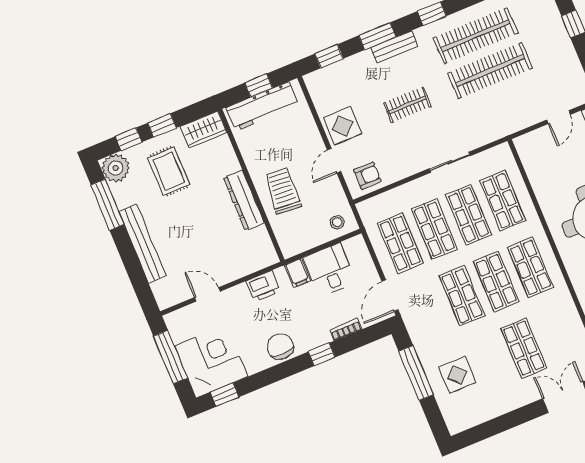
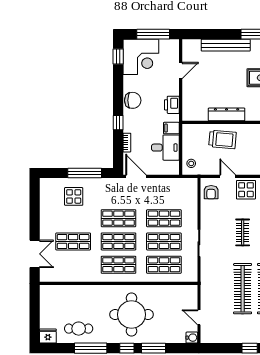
shop shelf: (400, 243) -> (164, 195), removed

